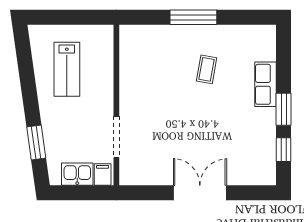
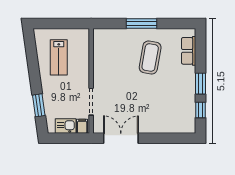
coffee table: (207, 69) -> (150, 57), width x1.86, depth x1.72
row of seats: (265, 84) -> (189, 51), moved
double door: (200, 193) -> (121, 138), moved

